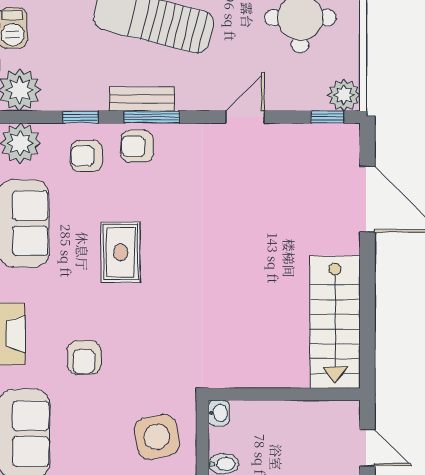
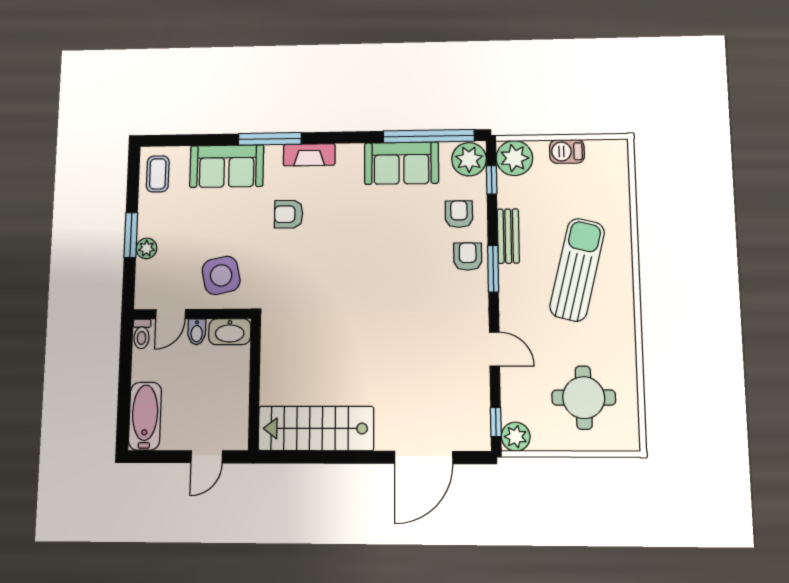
bench: (142, 99) -> (508, 236), moved
window: (81, 117) -> (492, 180), moved
rug: (121, 252) -> (377, 244), removed
washbasin: (219, 413) -> (230, 332), width x1.91, depth x1.45

